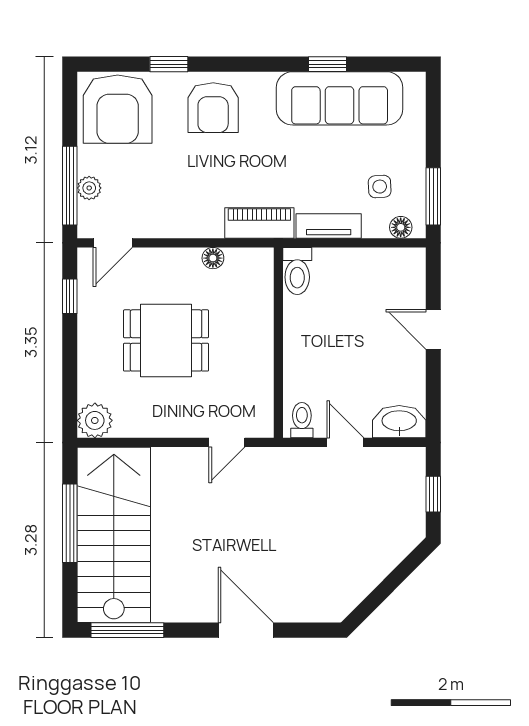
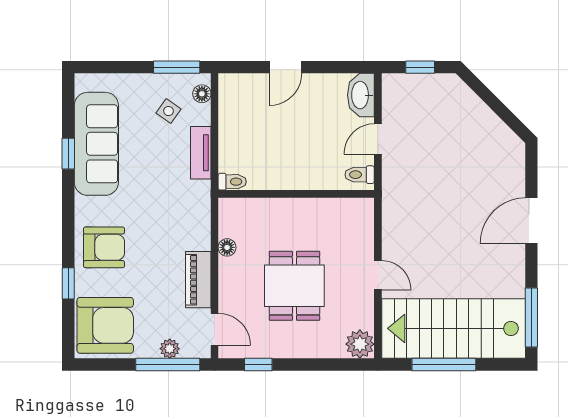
side table: (380, 187) -> (169, 111), turned 38
piano: (259, 223) -> (198, 280), moved
toilet: (297, 271) -> (232, 182), width x0.73, depth x0.72
door: (227, 442) -> (378, 275), moved

